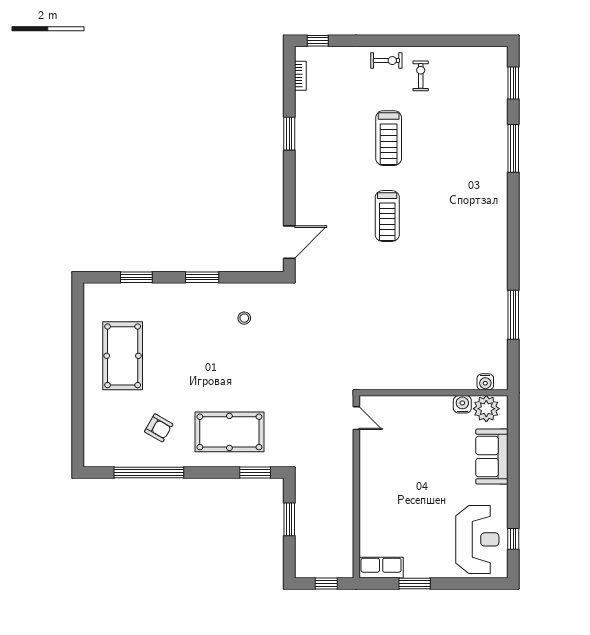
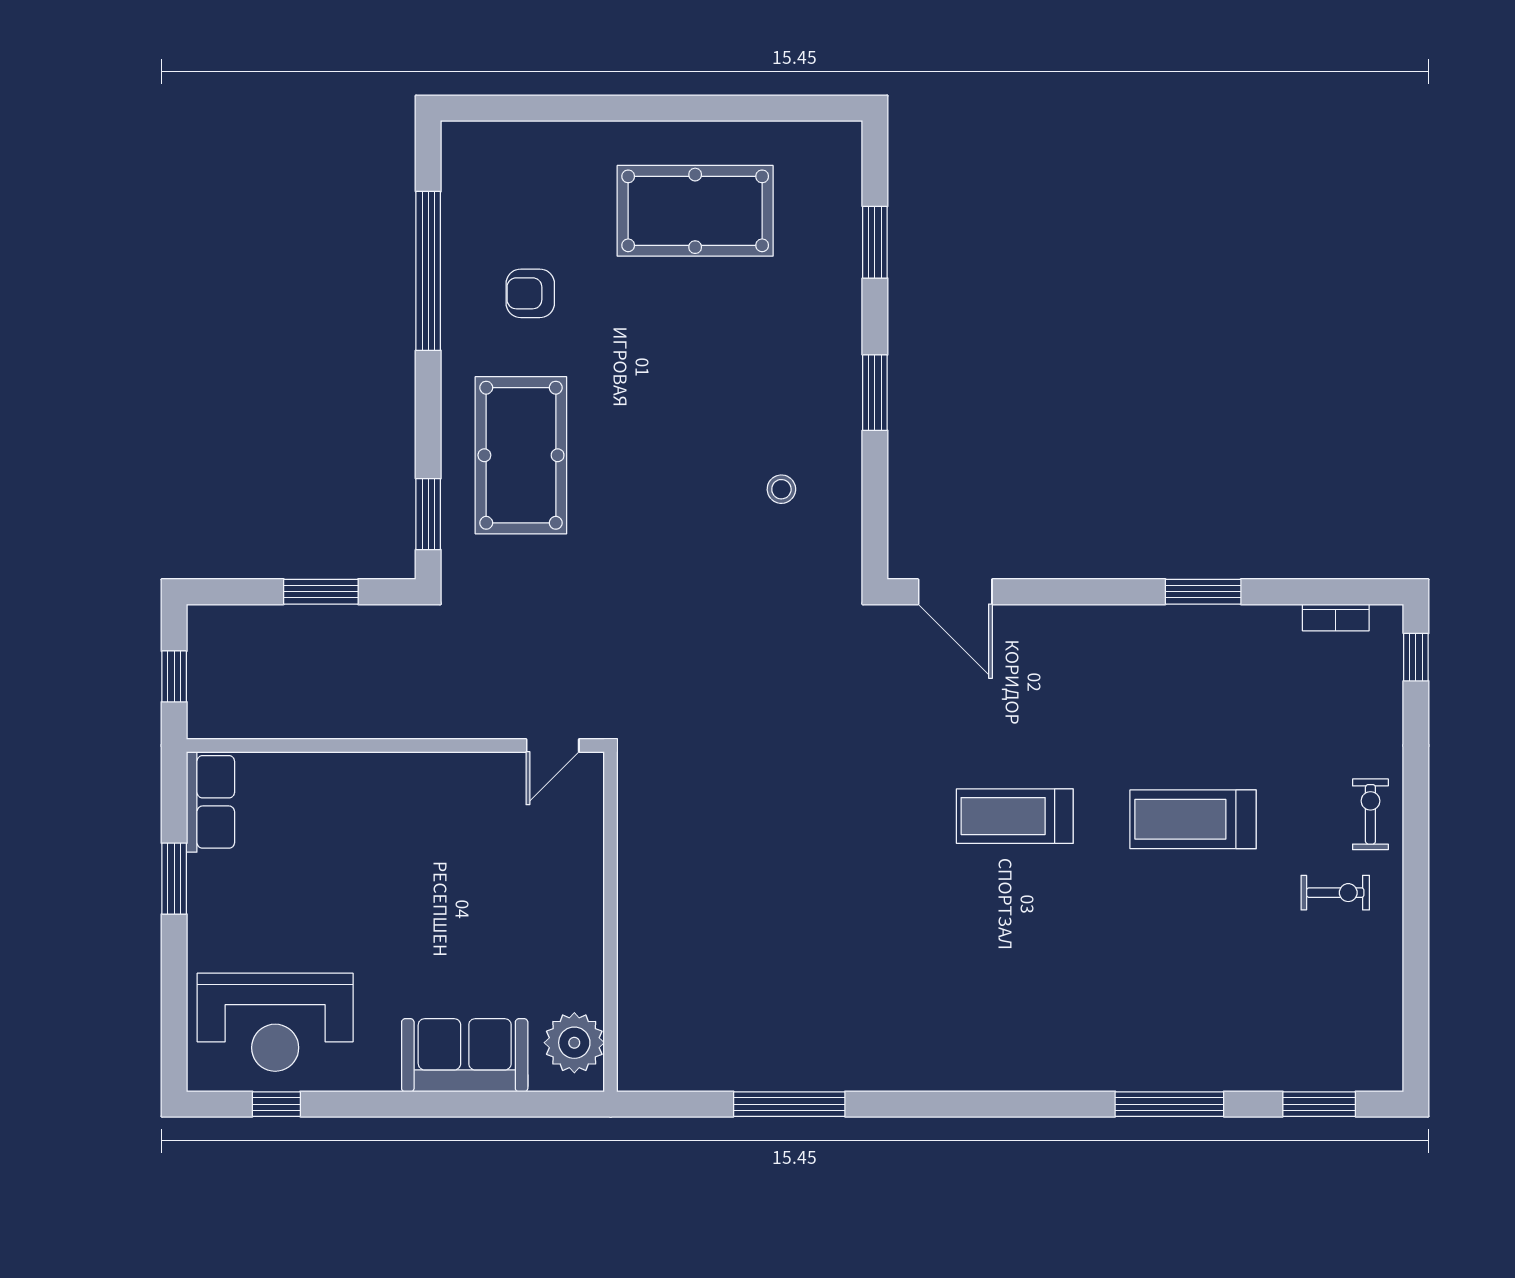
exercise bike: (386, 61) -> (1370, 814), turned 180
water cooler: (485, 382) -> (635, 1040), removed
water cooler: (462, 404) -> (584, 988), removed
armchair: (159, 428) -> (530, 293), turned 60

